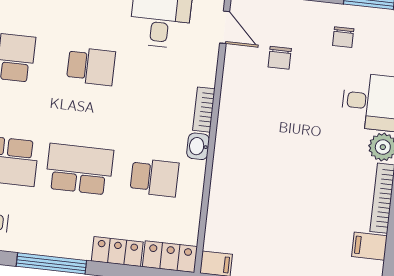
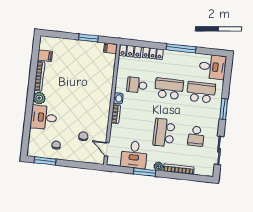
school desk: (91, 66) -> (164, 133), width x1.85
school desk: (79, 169) -> (169, 89), turned 180

